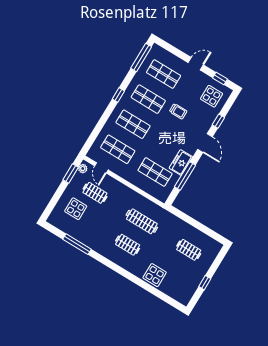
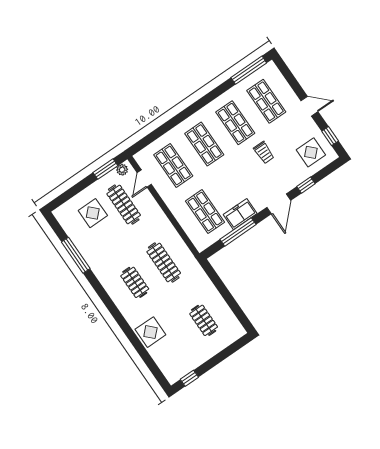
window: (118, 95) -> (202, 102), removed
clothes rail: (95, 193) -> (124, 205), width x1.36
window: (205, 283) -> (189, 378), moved

